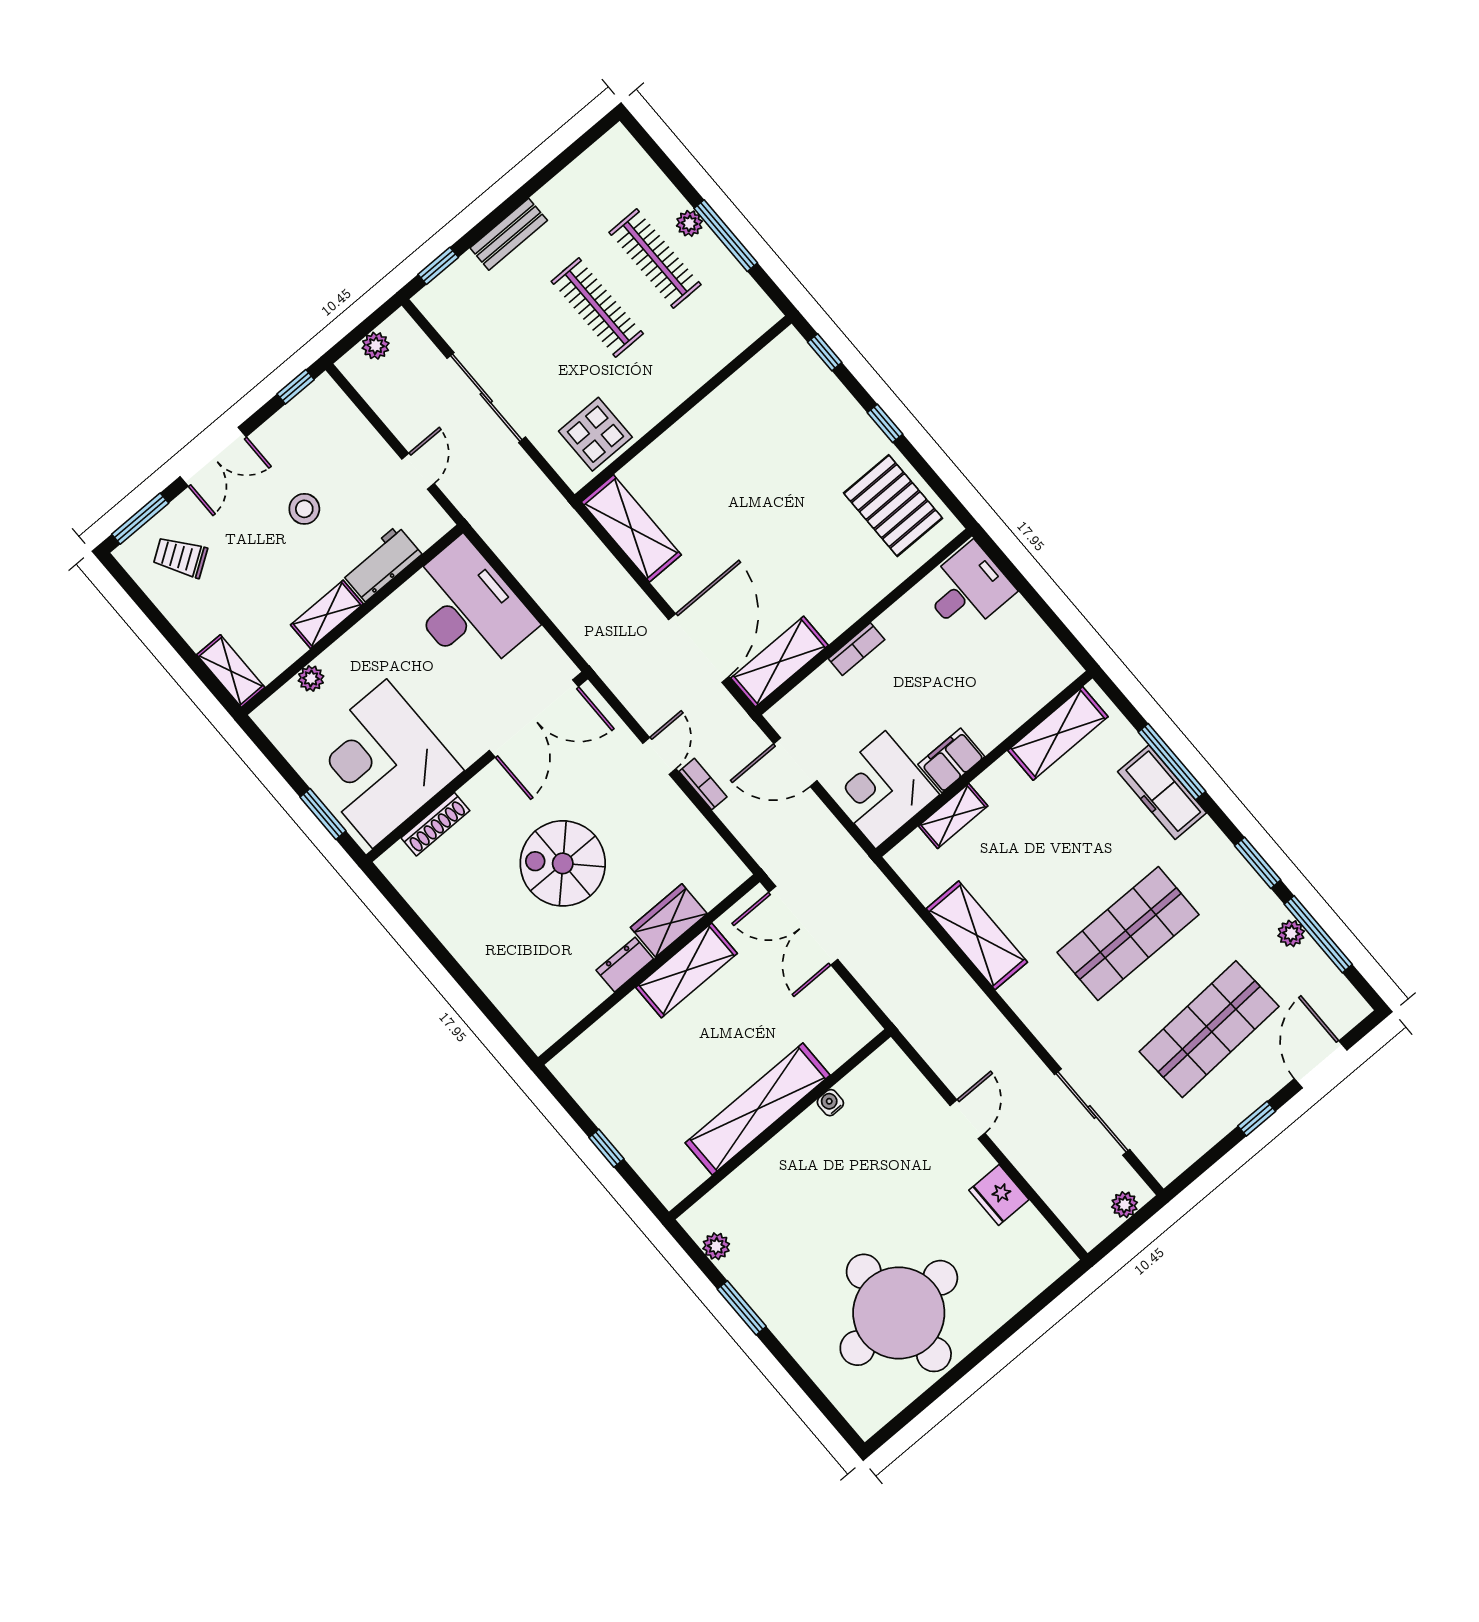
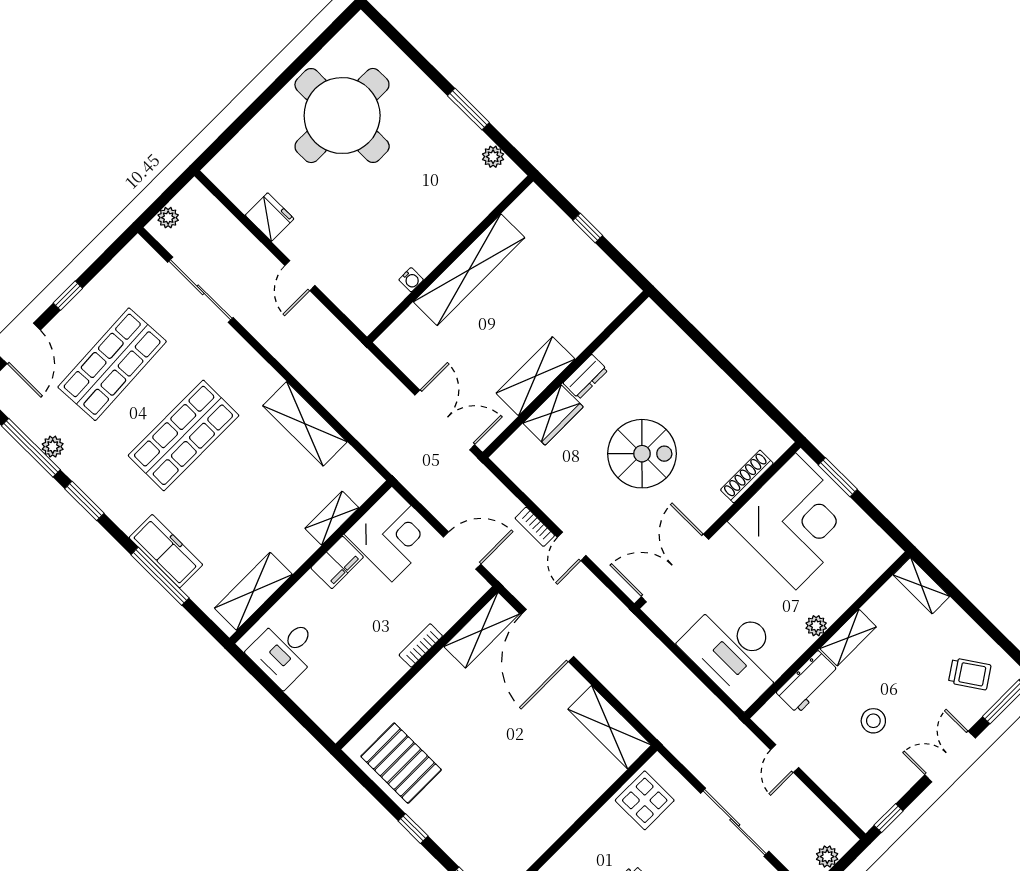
desk: (968, 589) -> (285, 651), moved
plant: (311, 678) -> (816, 626), moved

